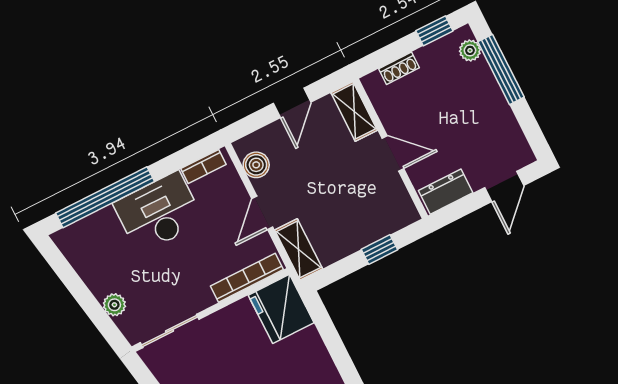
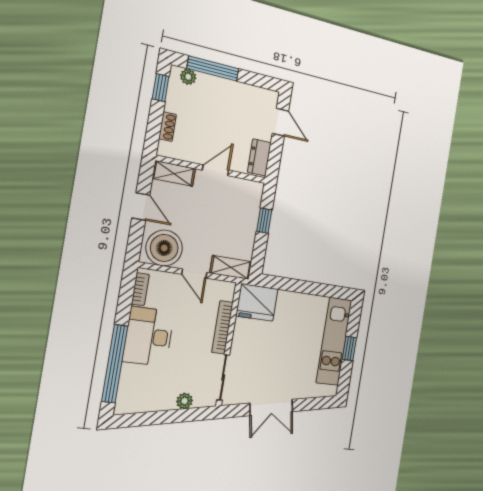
boiler: (256, 165) -> (164, 248), width x1.86, depth x1.86
bookcase: (247, 278) -> (222, 327), moved

